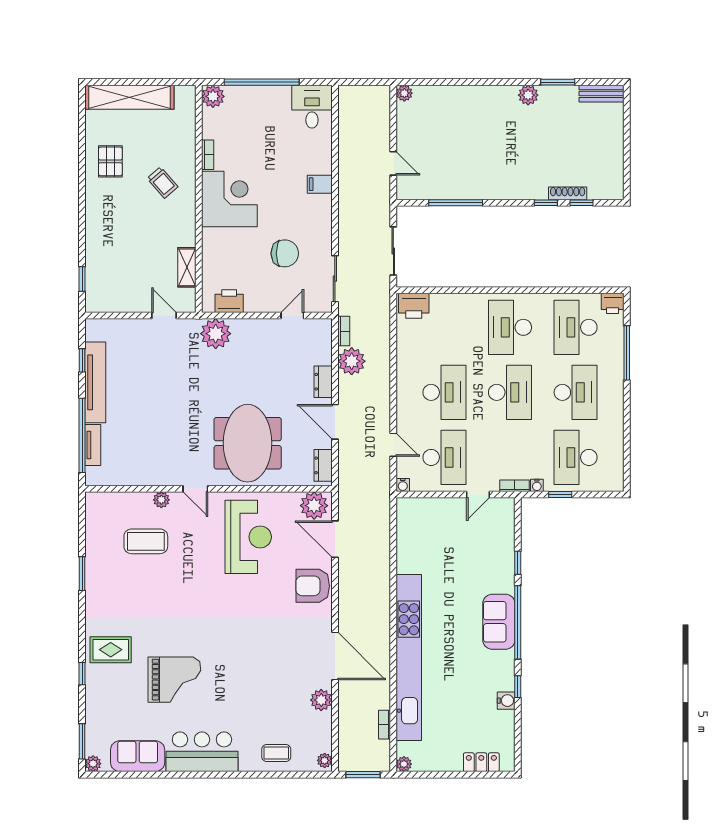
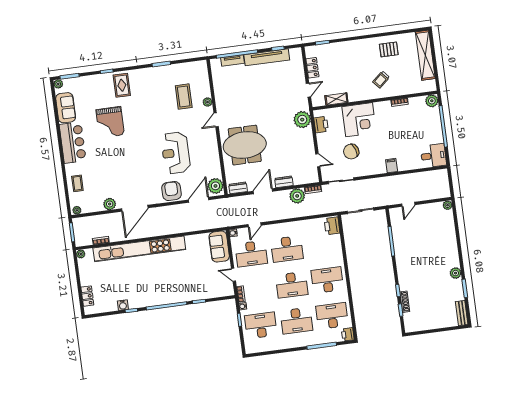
corner desk: (229, 199) -> (359, 120), moved
chair: (285, 253) -> (351, 152), turned 71
locker: (125, 303) -> (312, 68), added
reception desk: (248, 537) -> (176, 153), moved, turned 90
sofa: (499, 622) -> (219, 247), moved, turned -90

